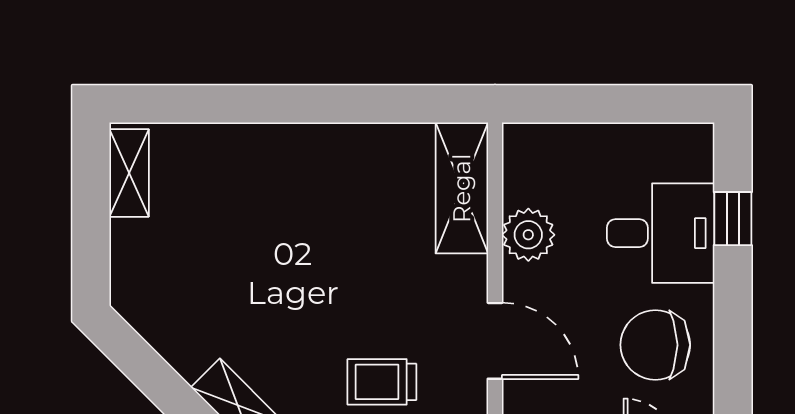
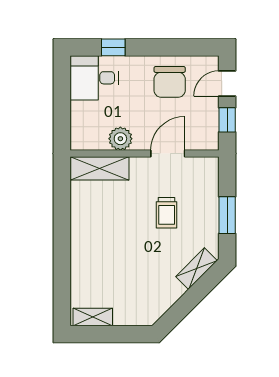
desk: (661, 233) -> (94, 78), moved, turned -90
trolley: (382, 382) -> (167, 213), moved

